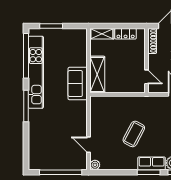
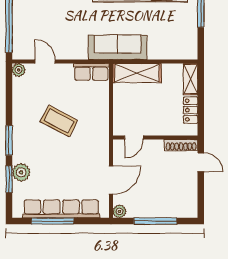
sofa: (78, 84) -> (118, 47), width x1.36
door: (88, 145) -> (45, 61), hinge flipped
row of seats: (152, 163) -> (91, 72), moved, turned 90

